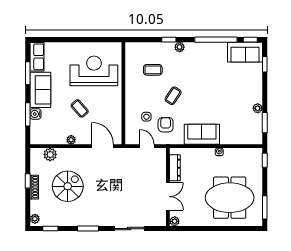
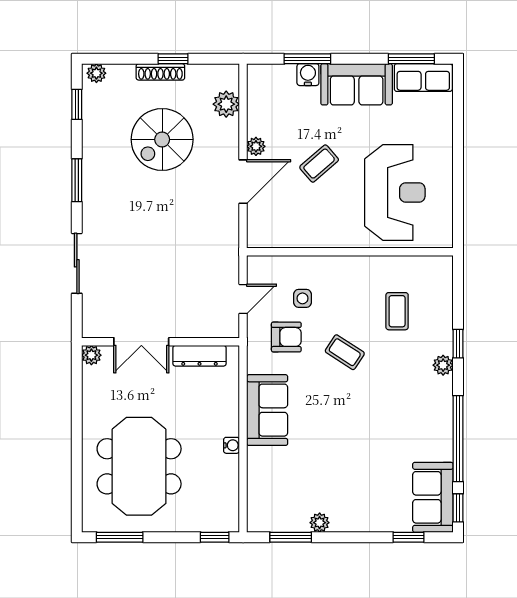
window: (28, 73) -> (411, 59), moved
door: (103, 146) -> (243, 182), moved
spiral stairs: (68, 186) -> (162, 139), turned 90

